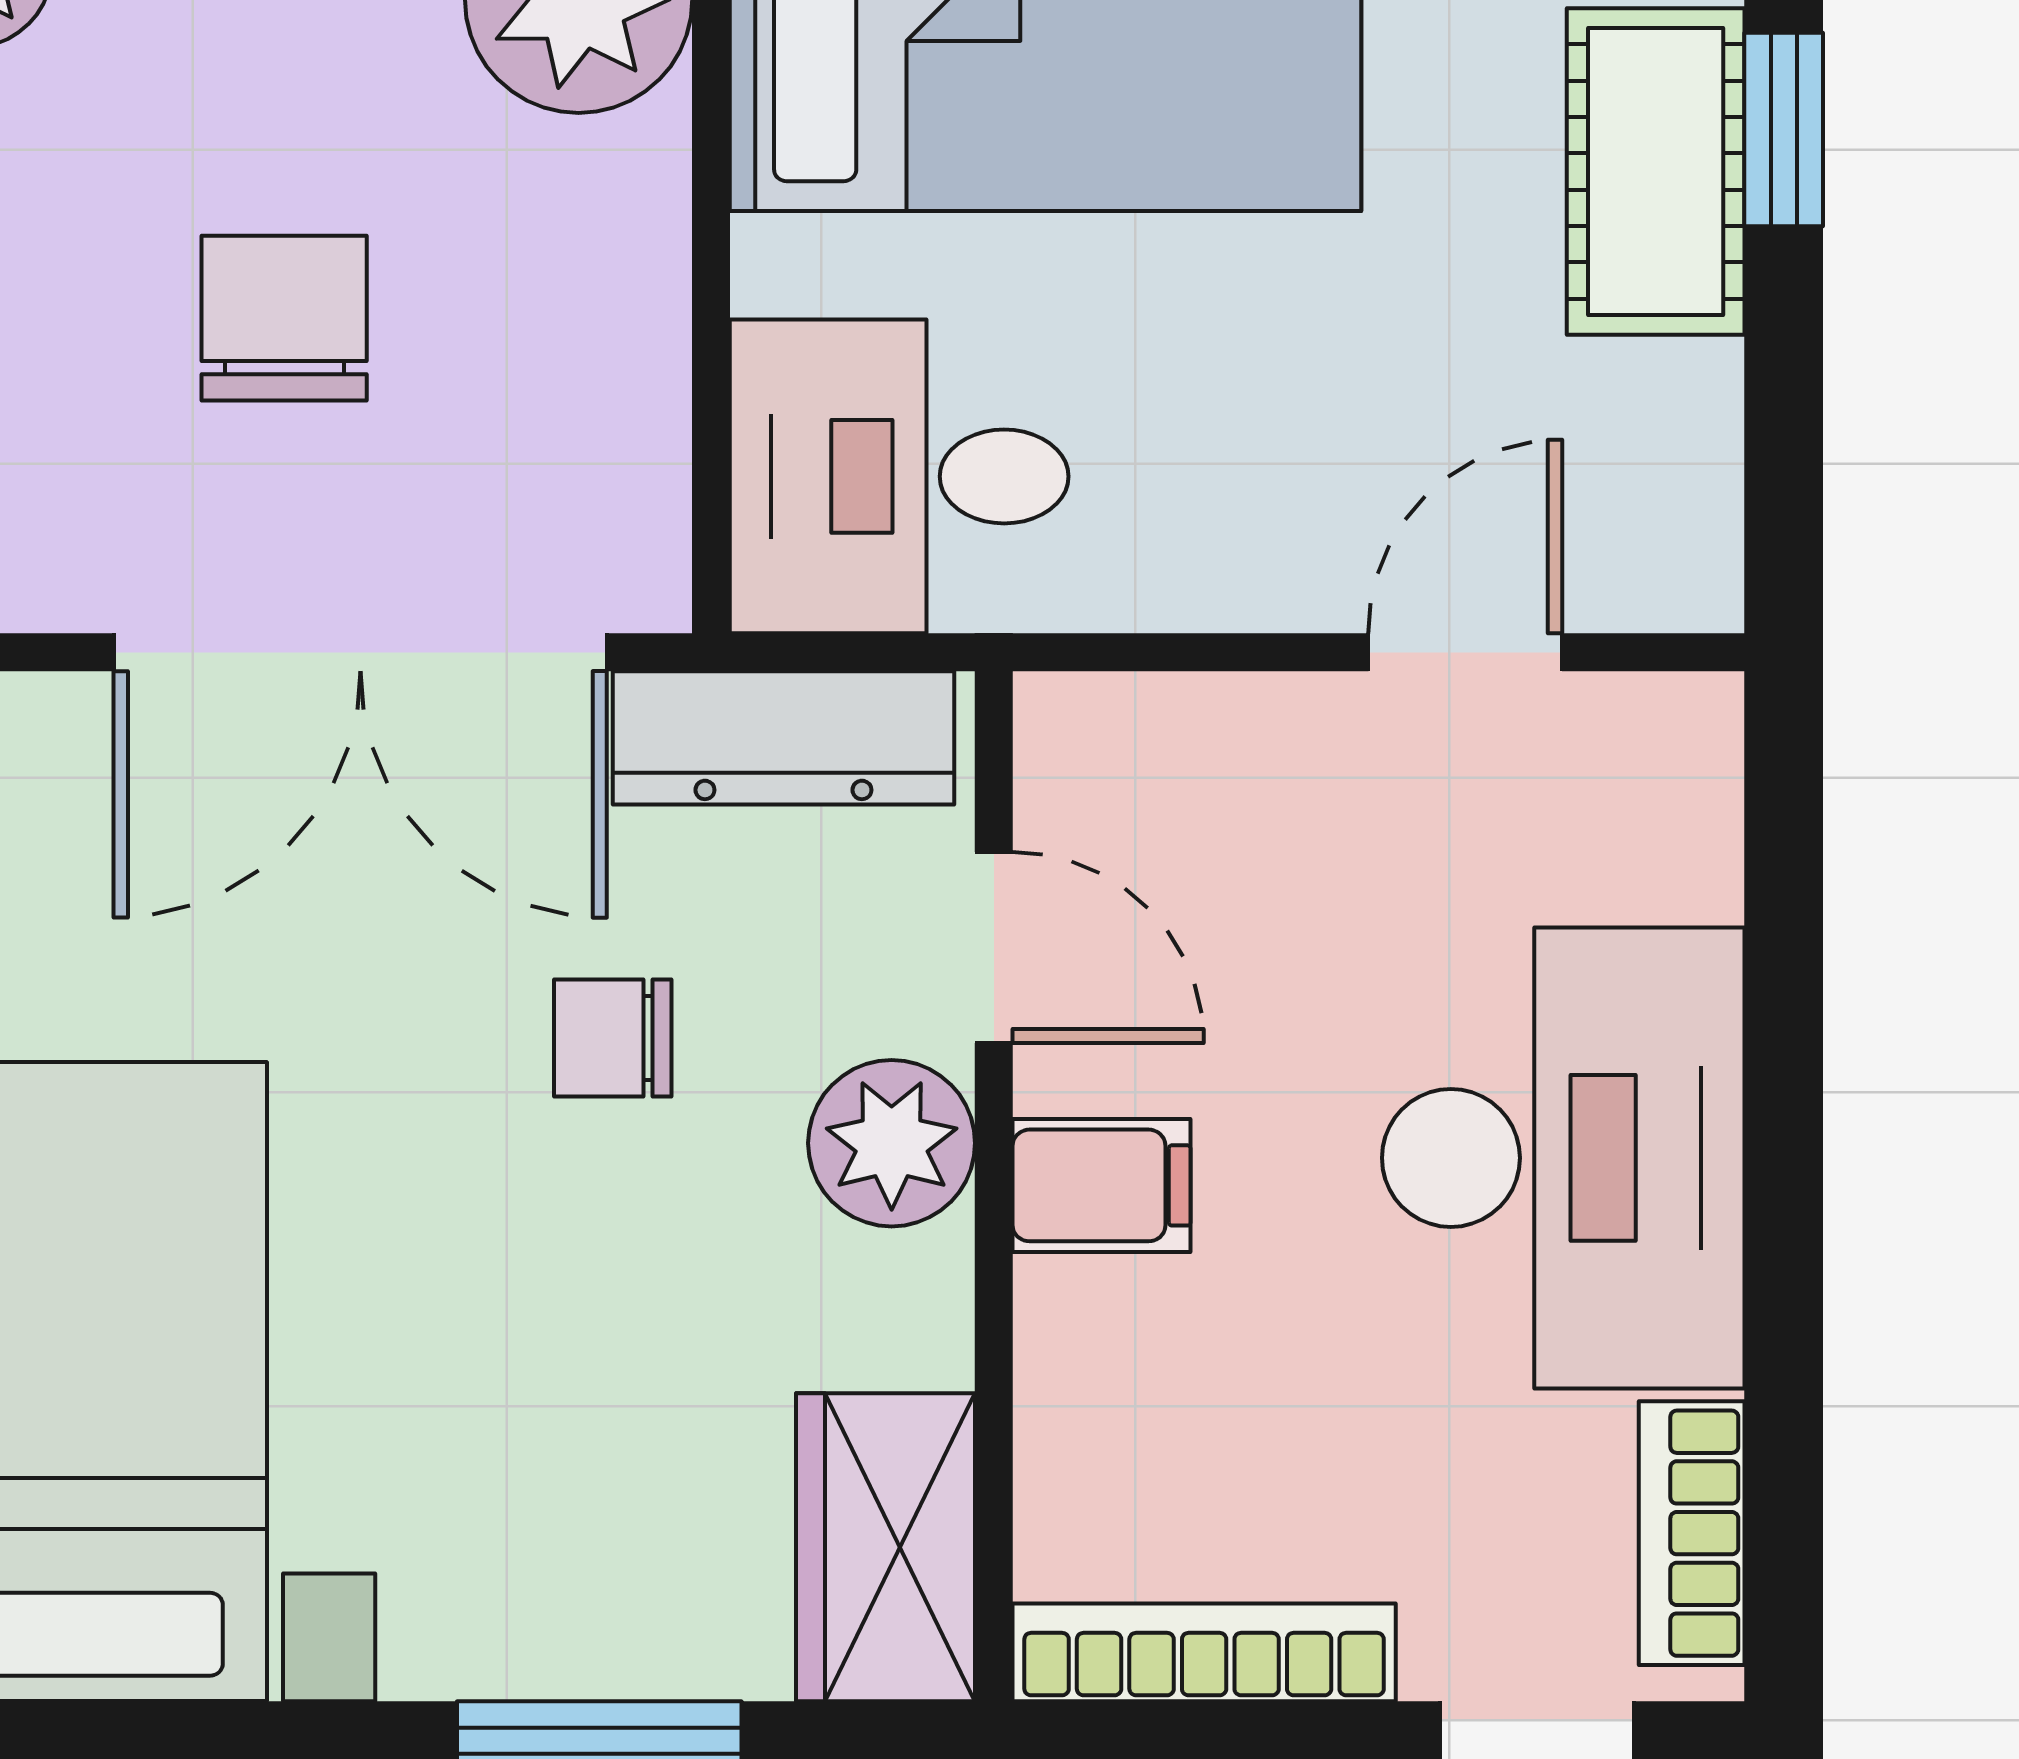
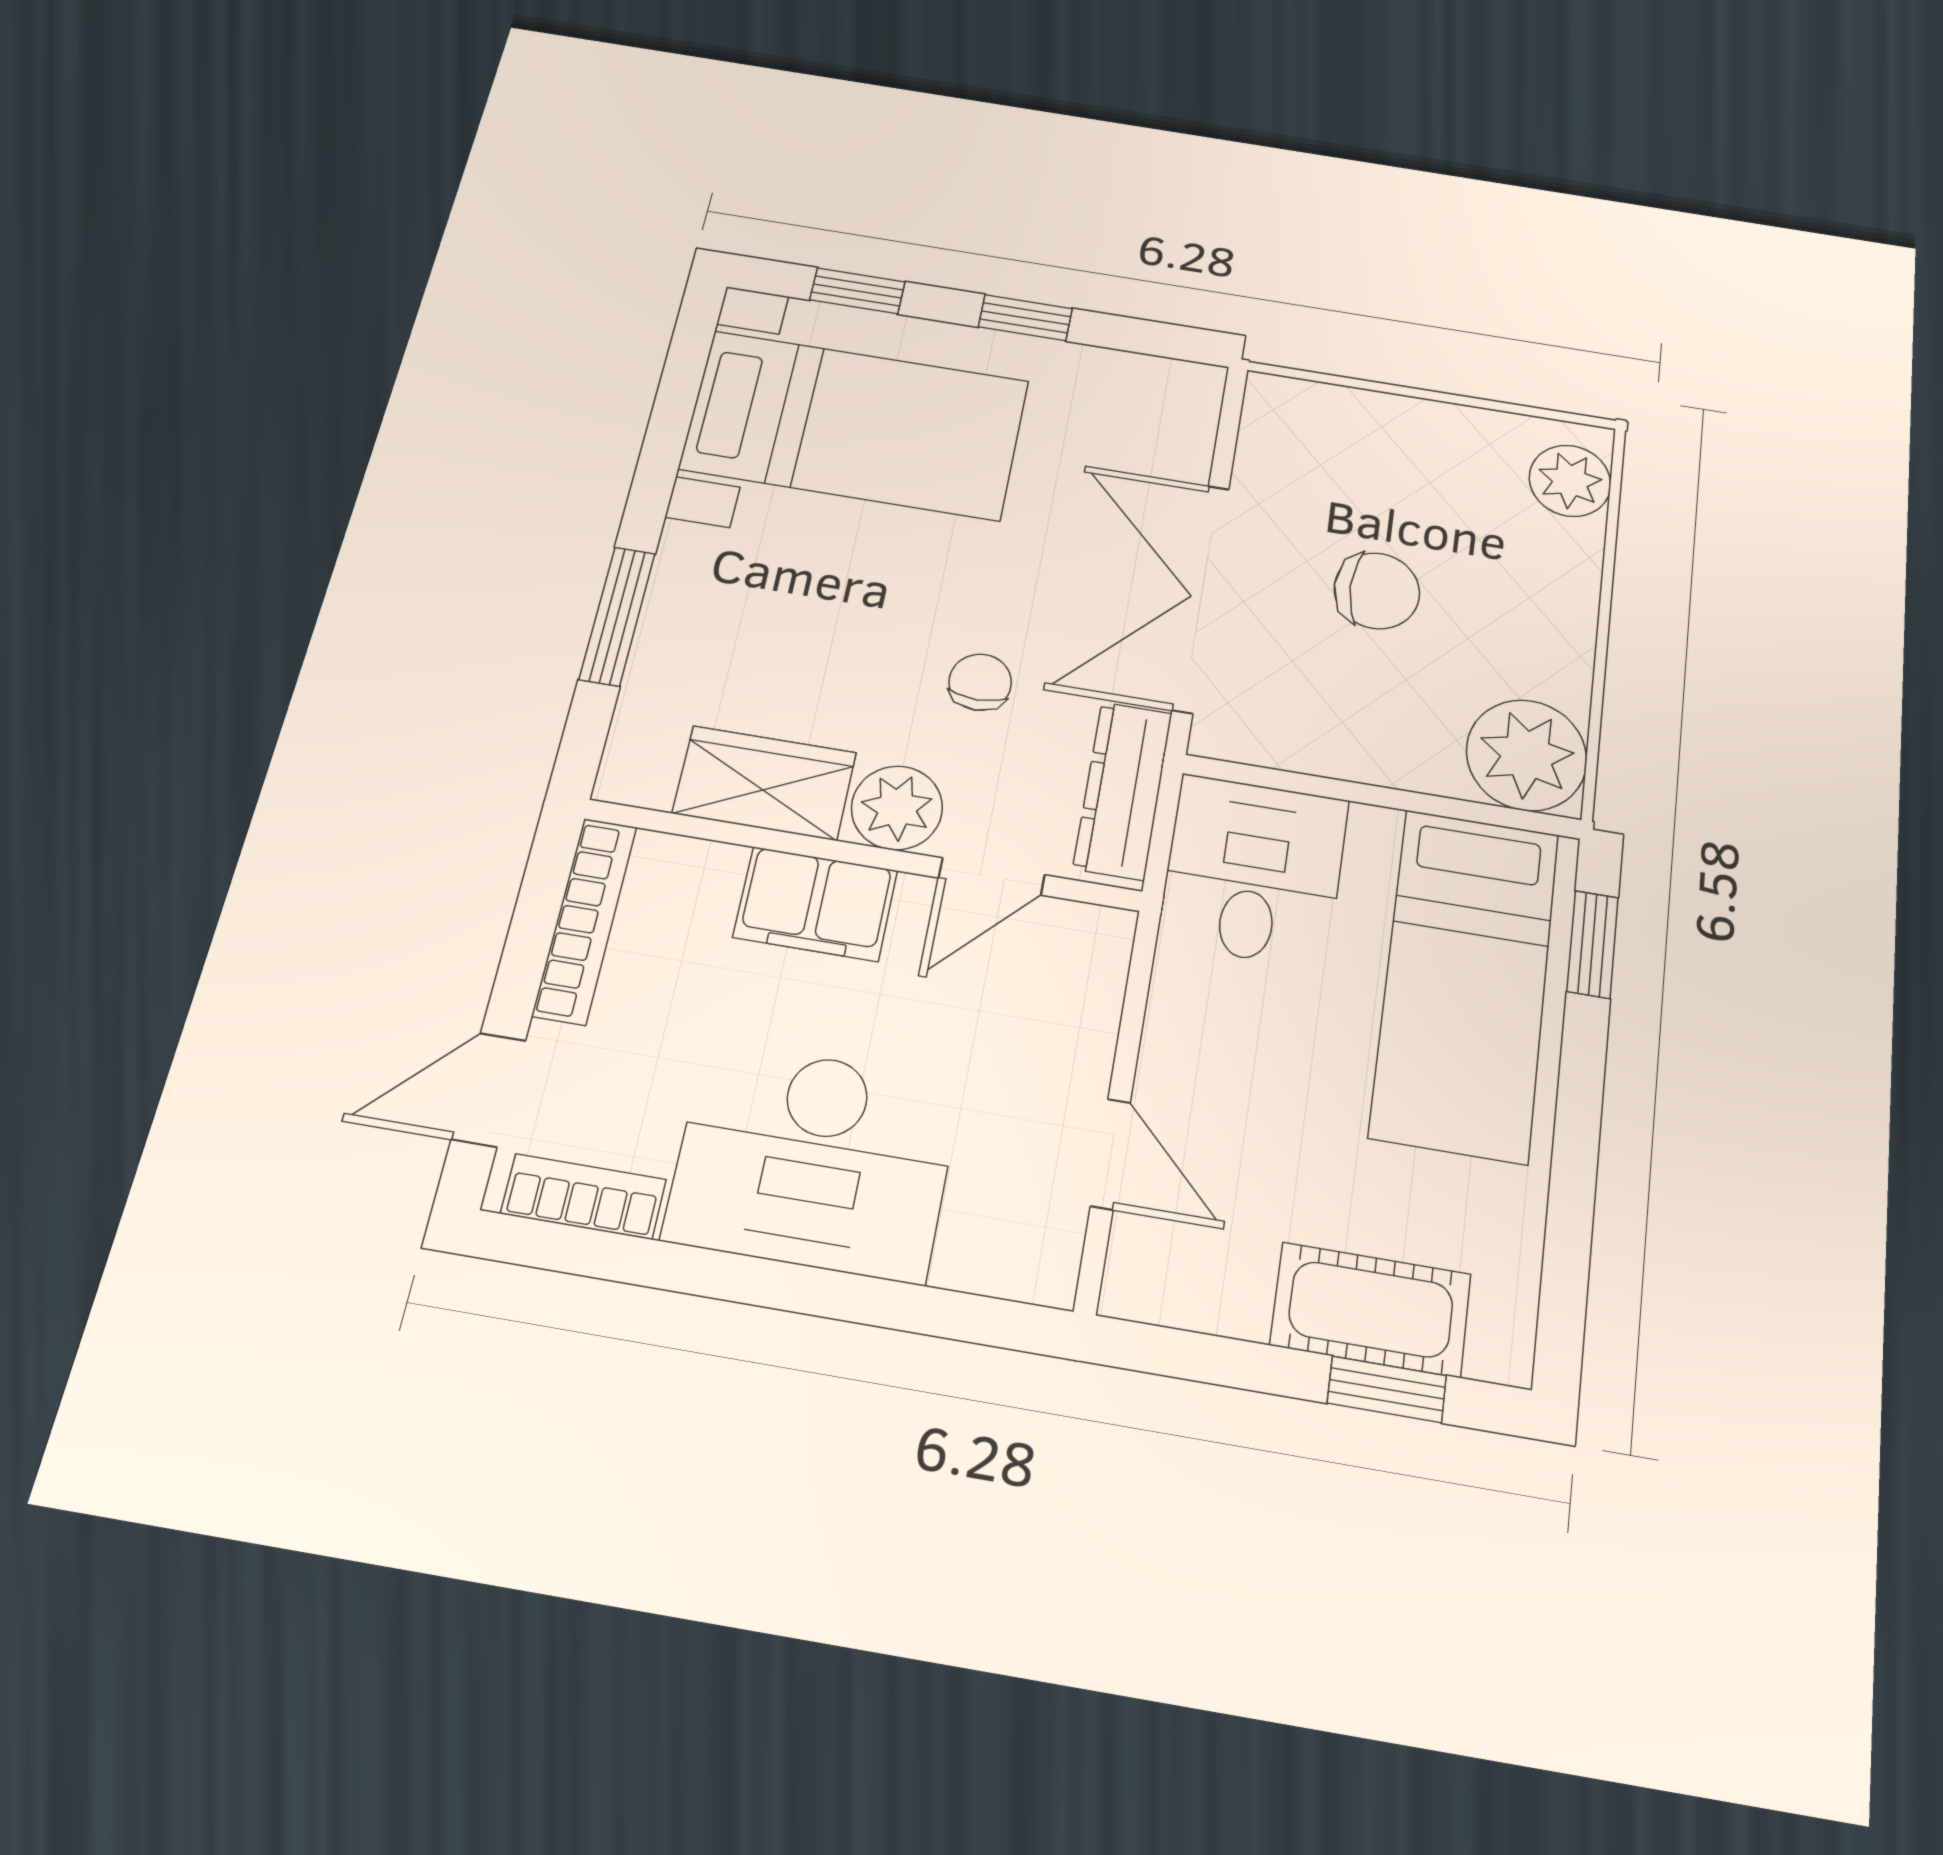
filing cabinet: (1101, 1185) -> (815, 904), width x2.00
wardrobe: (886, 1547) -> (764, 783), moved

